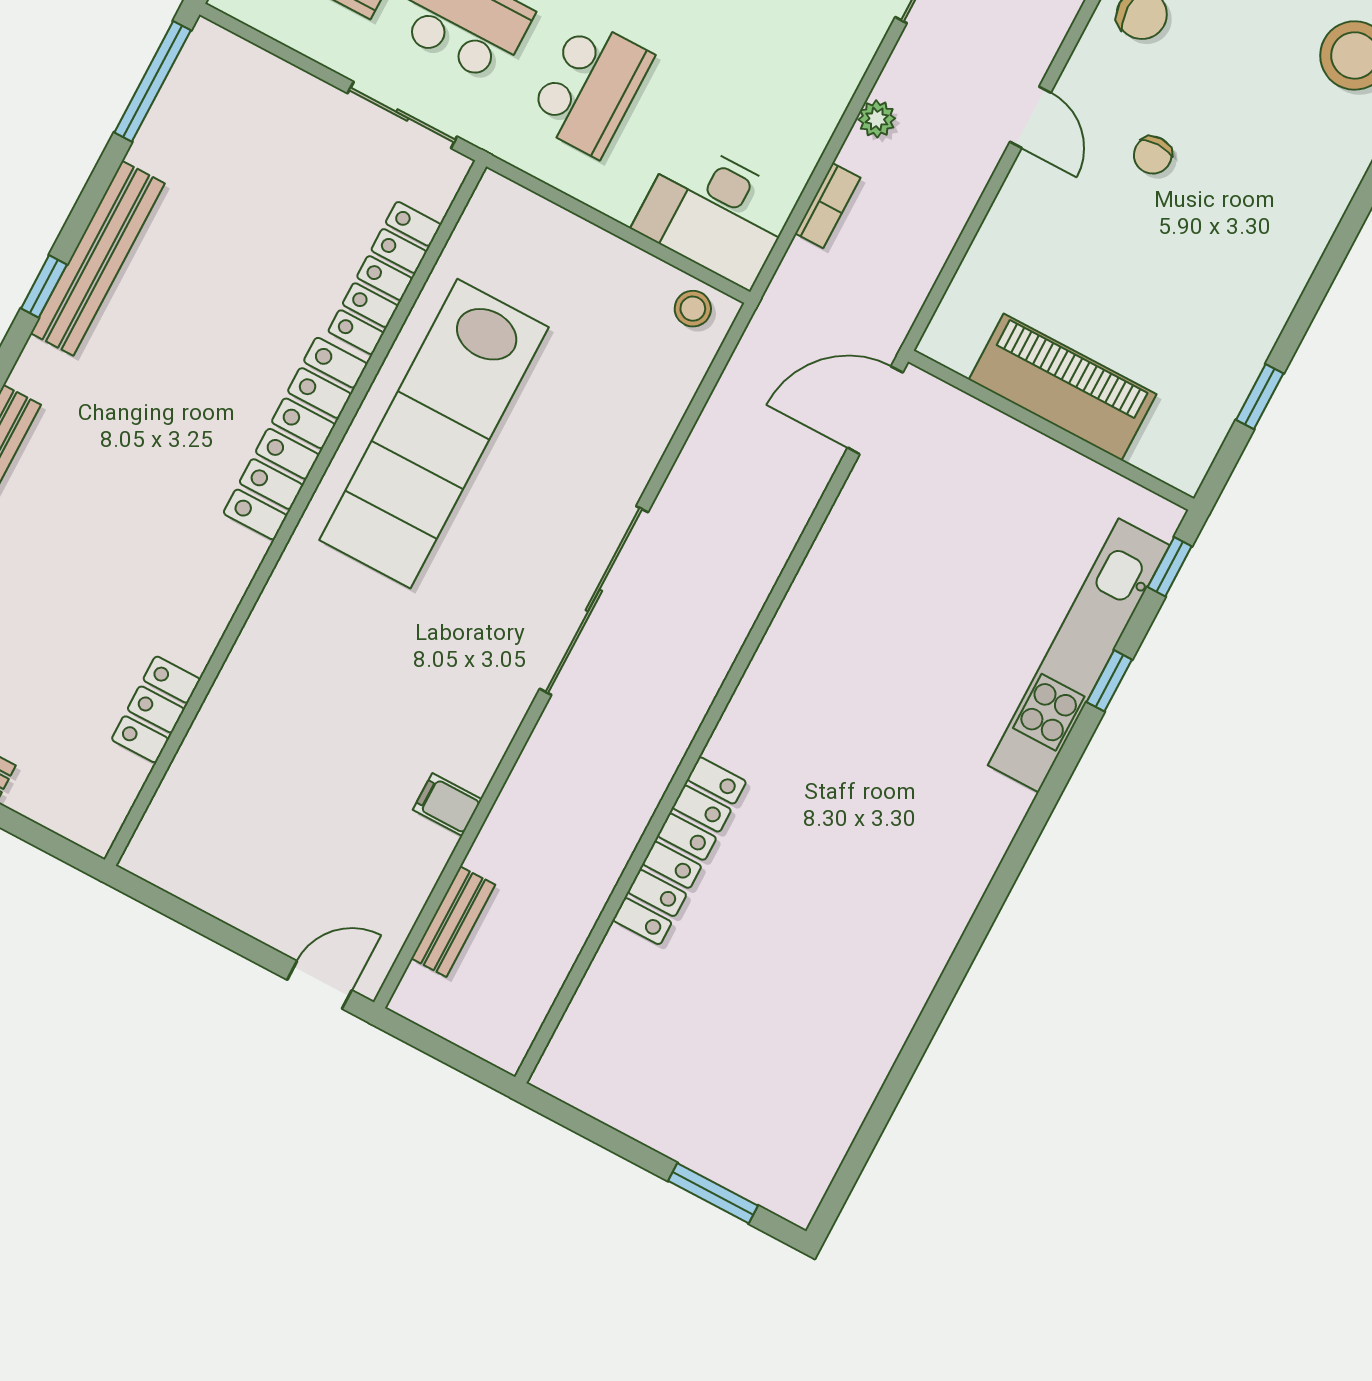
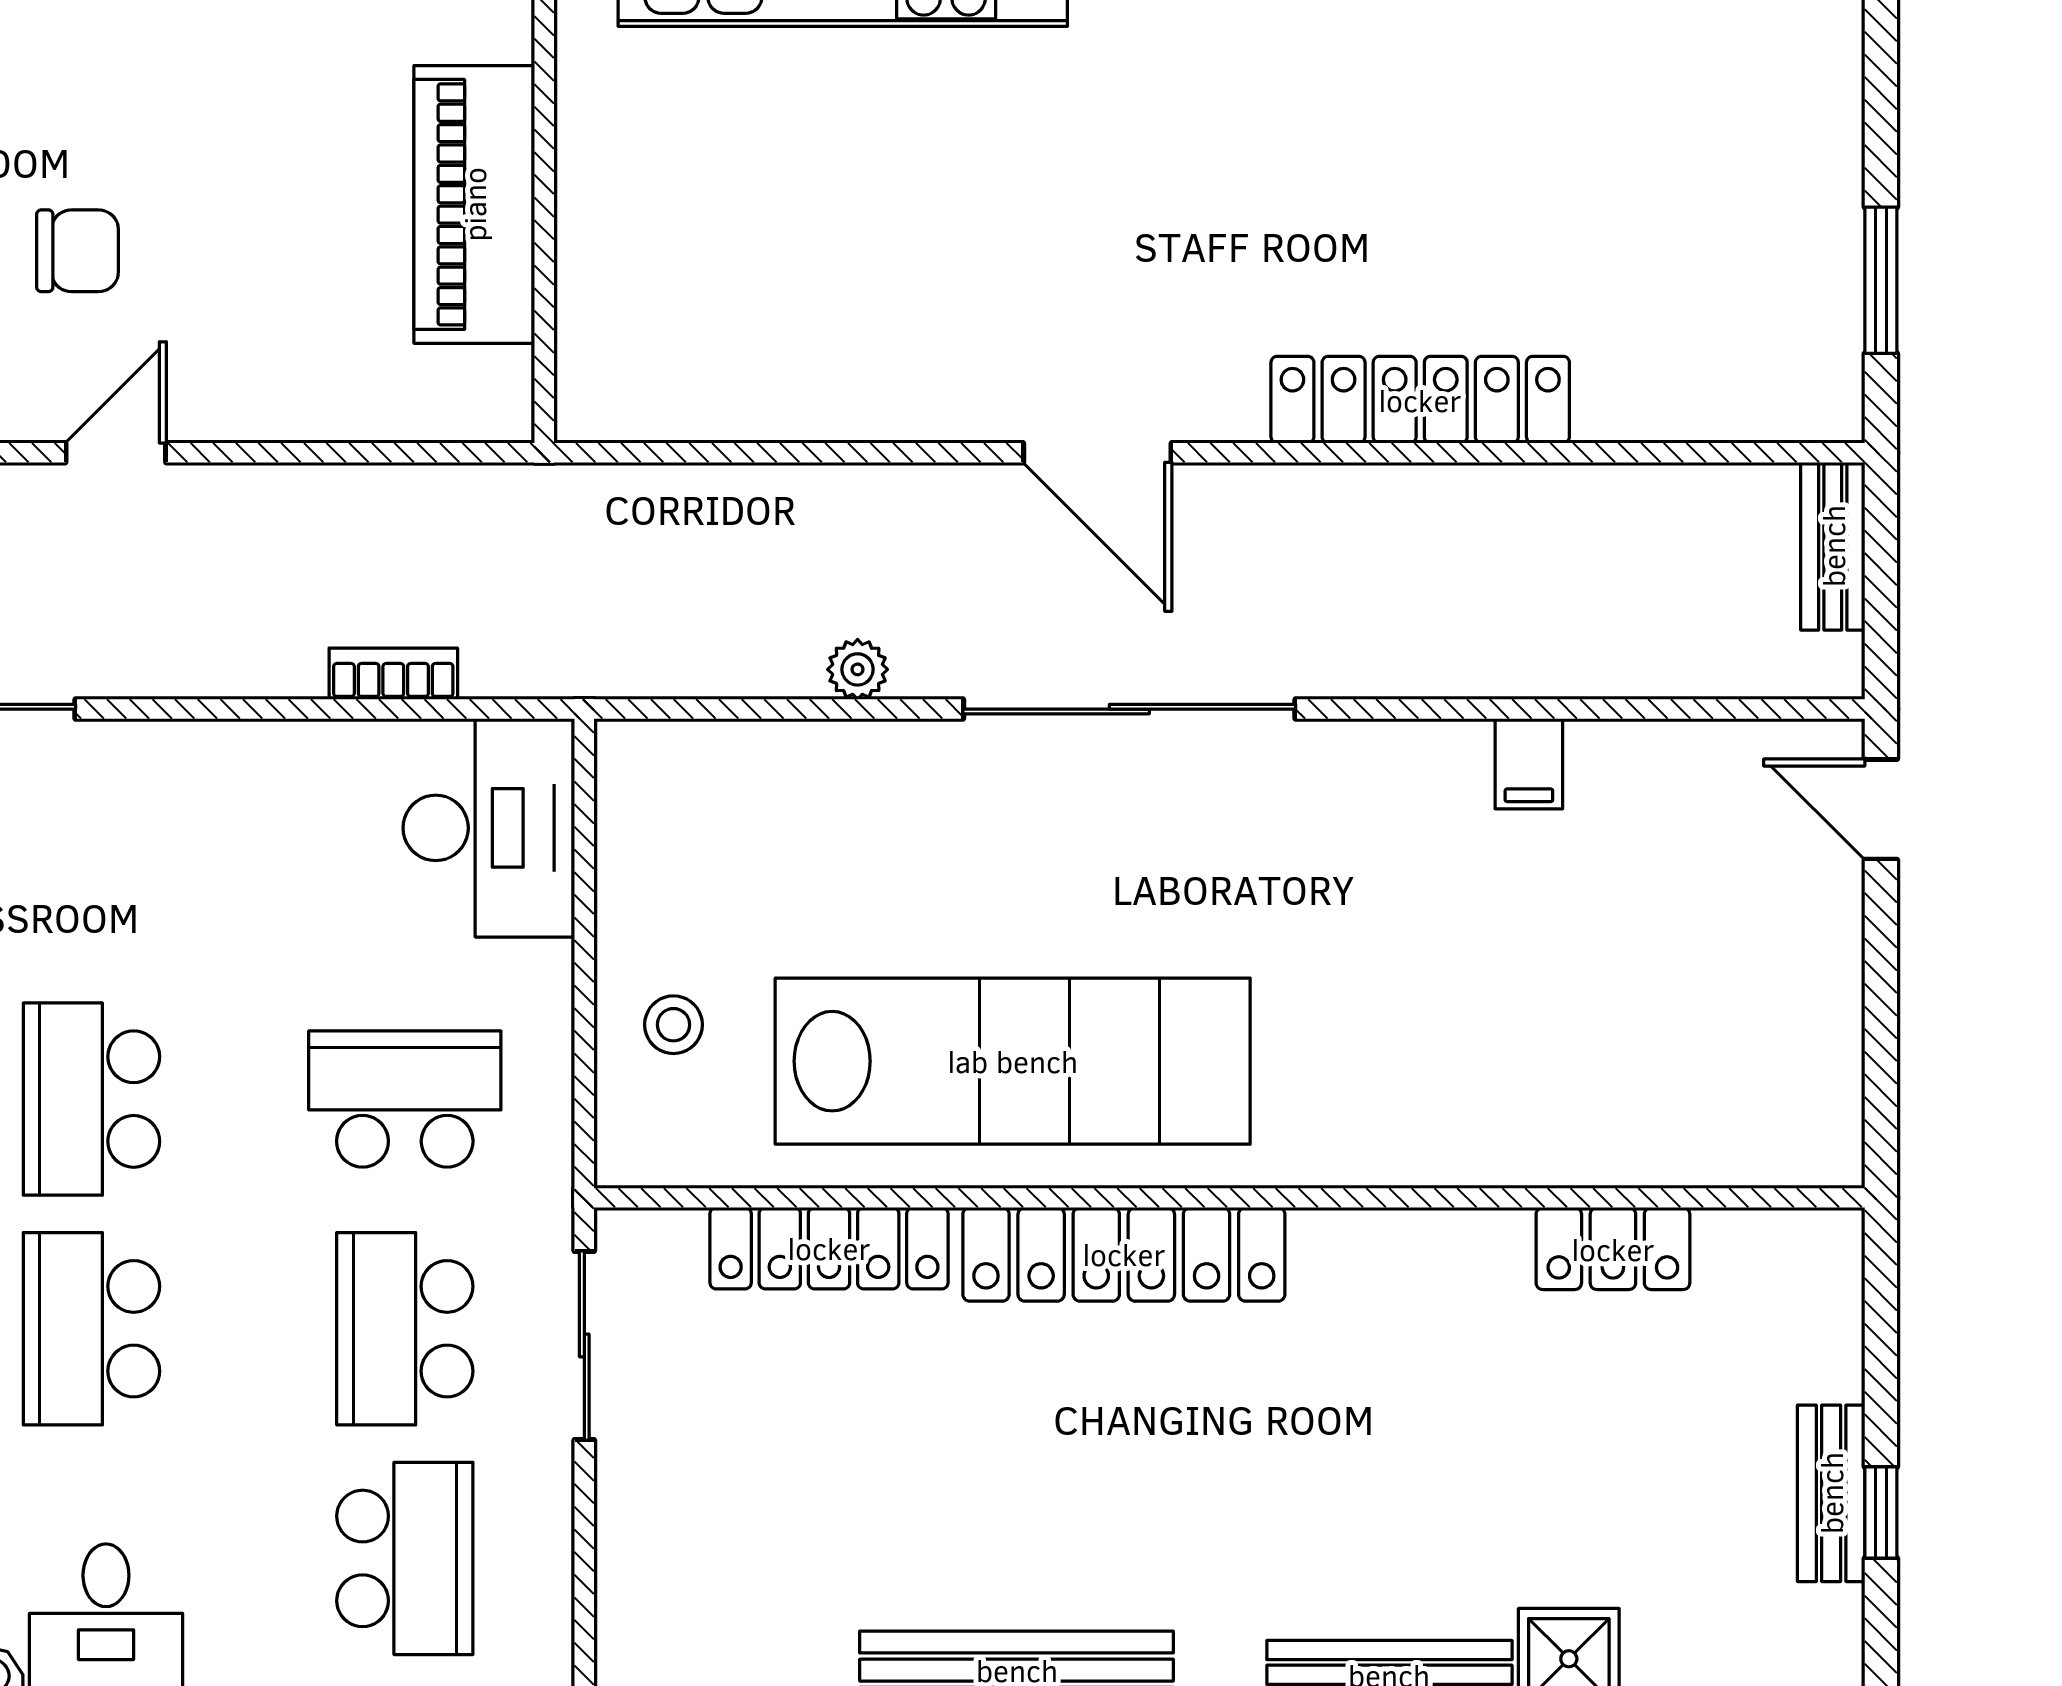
plant: (877, 119) -> (858, 669), moved
chair: (1153, 155) -> (78, 251), width x1.37, depth x1.37
stool: (693, 309) -> (673, 1025), moved
door: (875, 410) -> (1097, 453), moved
bench: (453, 922) -> (1833, 546), moved, turned 90
window: (713, 1193) -> (1881, 280), moved

